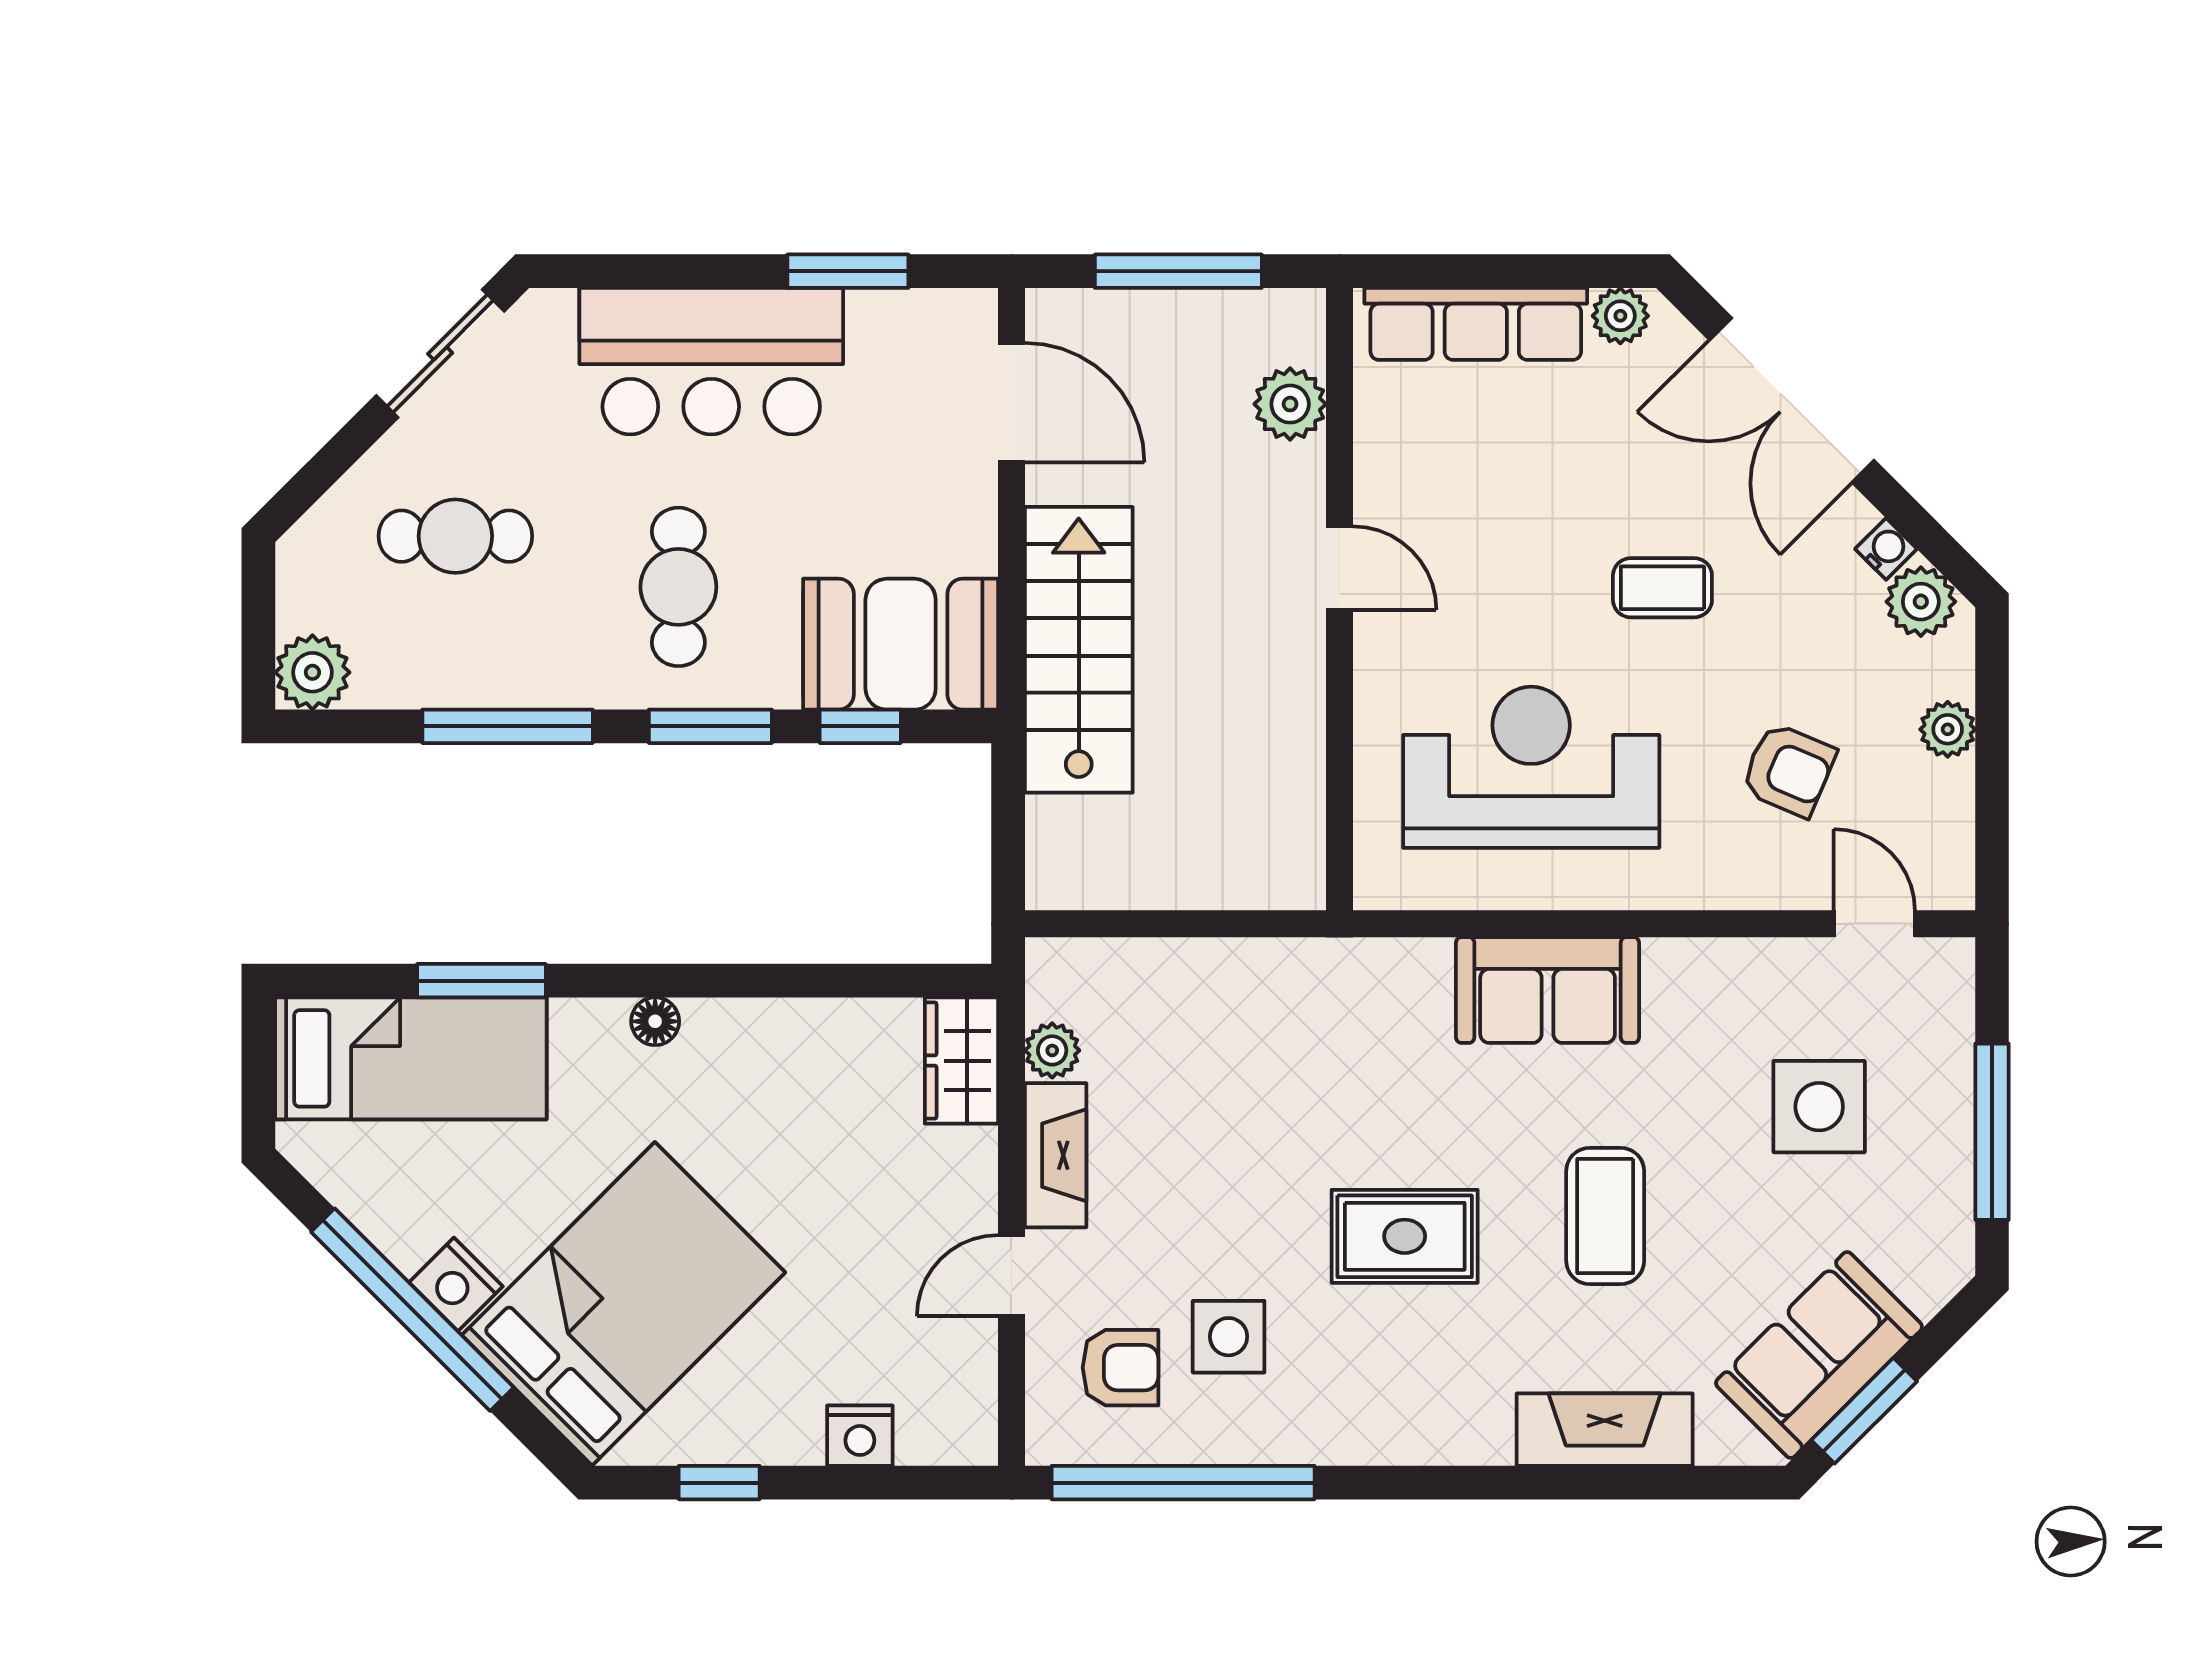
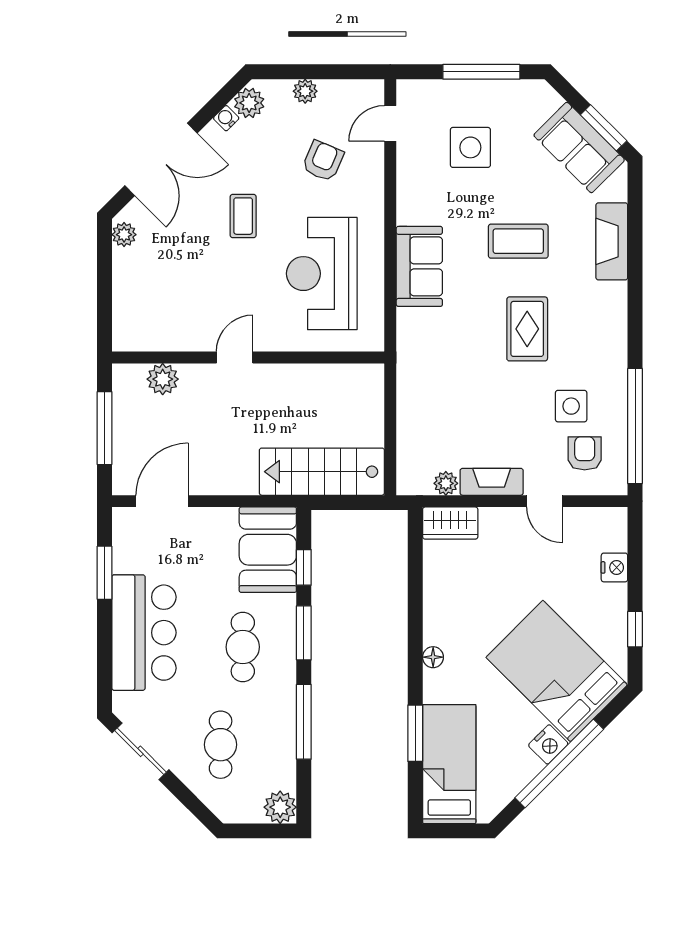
row of seats: (1476, 324) -> (128, 298), removed
cafe table: (678, 587) -> (243, 647), turned 90
stairs: (1079, 650) -> (322, 472), moved

